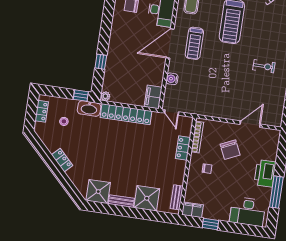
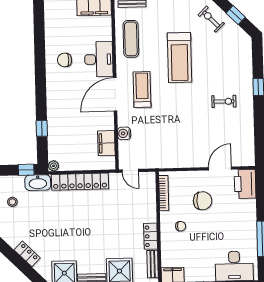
treadmill: (194, 43) -> (142, 89), turned 180
filing cabinet: (153, 97) -> (106, 143), moved
locker: (183, 148) -> (151, 236), moved
chair: (230, 150) -> (203, 201), turned -65
locker: (62, 160) -> (27, 254), moved
printer: (265, 173) -> (245, 184), moved

